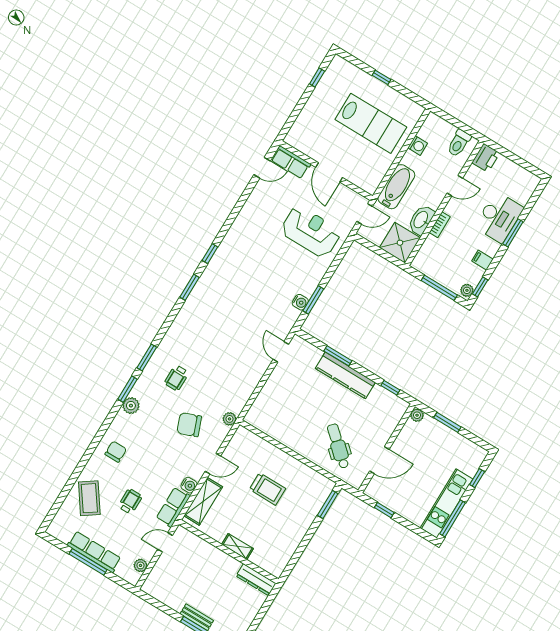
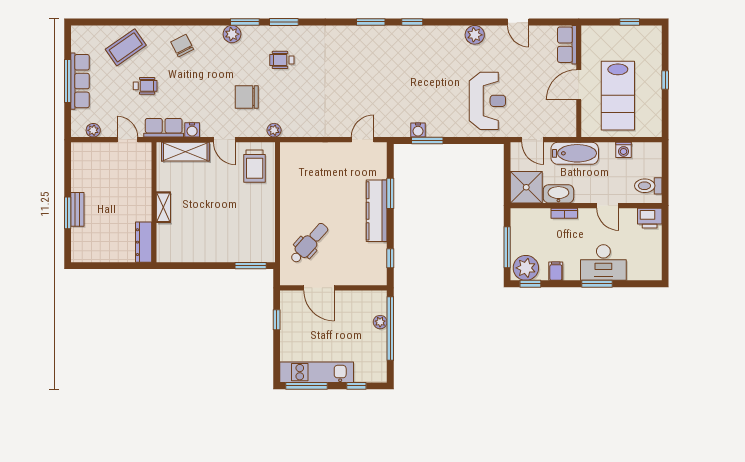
row of seats: (291, 162) -> (567, 45), moved
wall: (326, 171) -> (579, 81), moved
door: (329, 172) -> (579, 85), moved
plant: (251, 209) -> (475, 35), added
plant: (467, 290) -> (526, 268), width x1.88, depth x1.88
plant: (417, 415) -> (380, 322), moved
window: (447, 422) -> (390, 329), width x2.11
chair: (189, 425) -> (247, 97), turned -69
chair: (116, 452) -> (182, 46), turned -117
trolley: (267, 489) -> (255, 166), moved

